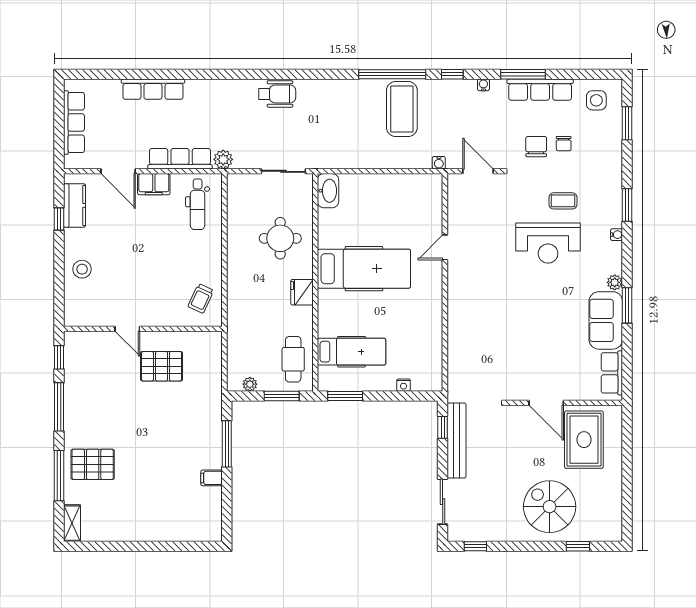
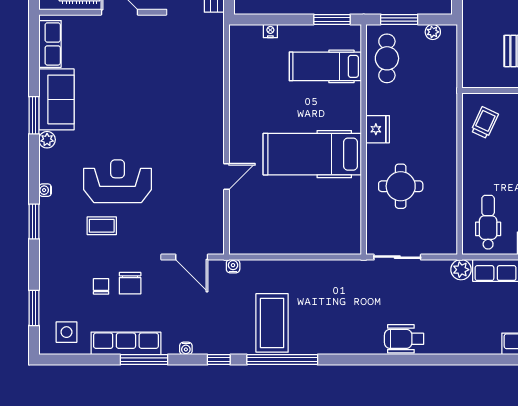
washbasin: (328, 191) -> (350, 237), removed

